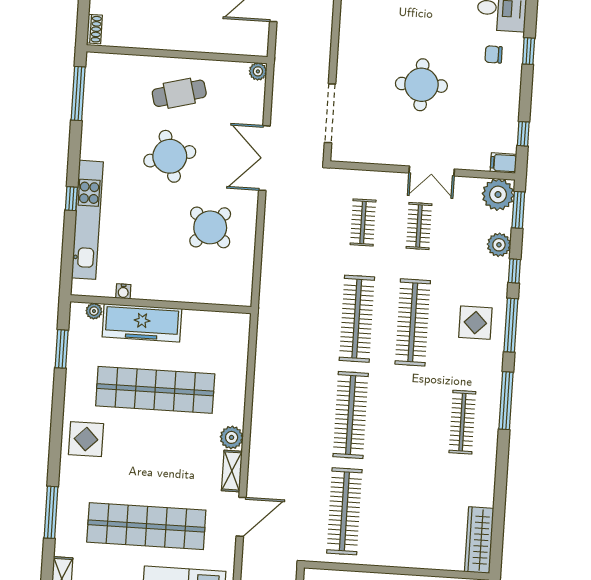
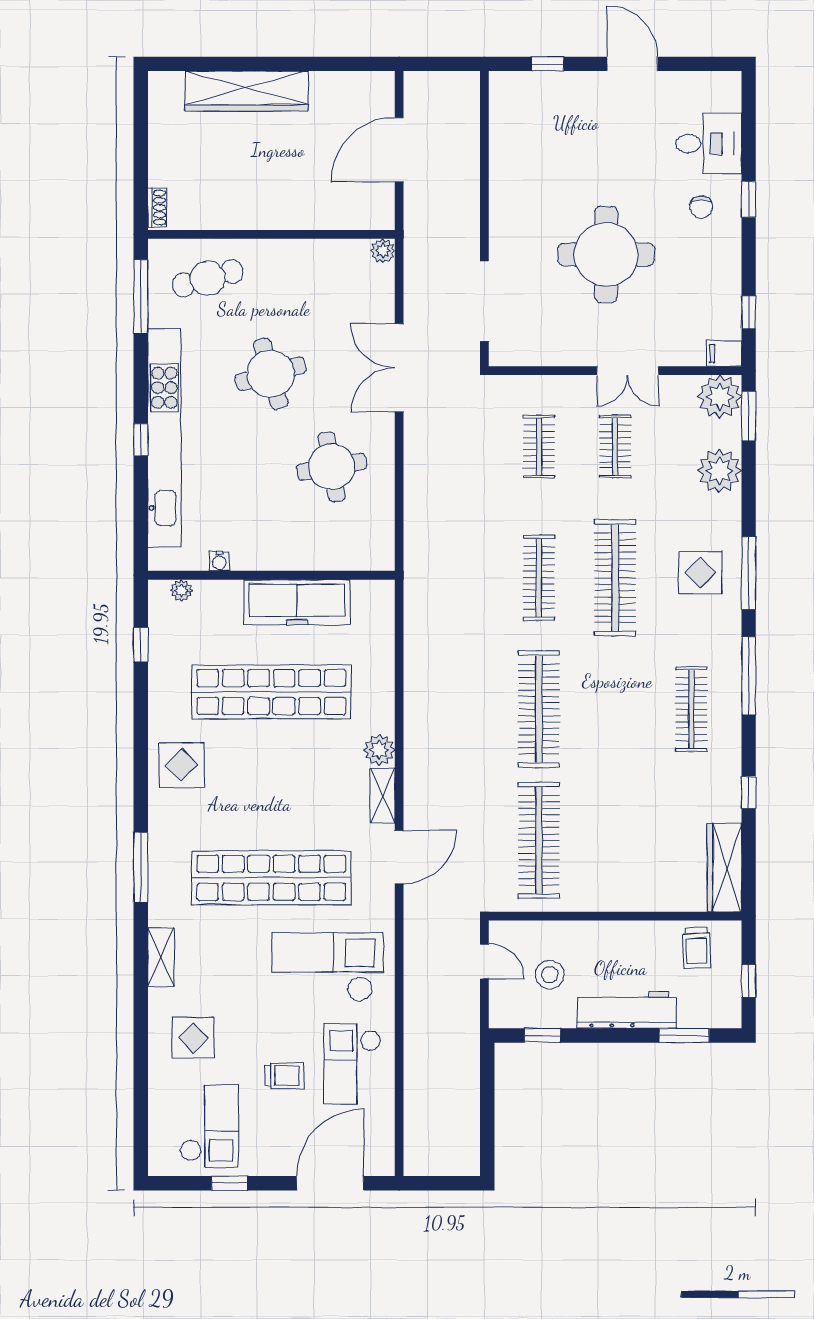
chair: (494, 54) -> (701, 207), turned -90
round table: (421, 85) -> (606, 254), width x1.36, depth x1.36
cafe table: (179, 93) -> (208, 278), moved
kitchen unit: (87, 220) -> (164, 438), width x1.36
round table: (210, 227) -> (332, 467), turned 37
plant: (499, 245) -> (719, 471), width x1.36, depth x1.36
window: (514, 271) -> (749, 792), moved
clothes rail: (357, 319) -> (539, 578), width x0.73, depth x0.76
freezer: (142, 323) -> (297, 602), moved
window: (62, 349) -> (141, 645), width x0.67

